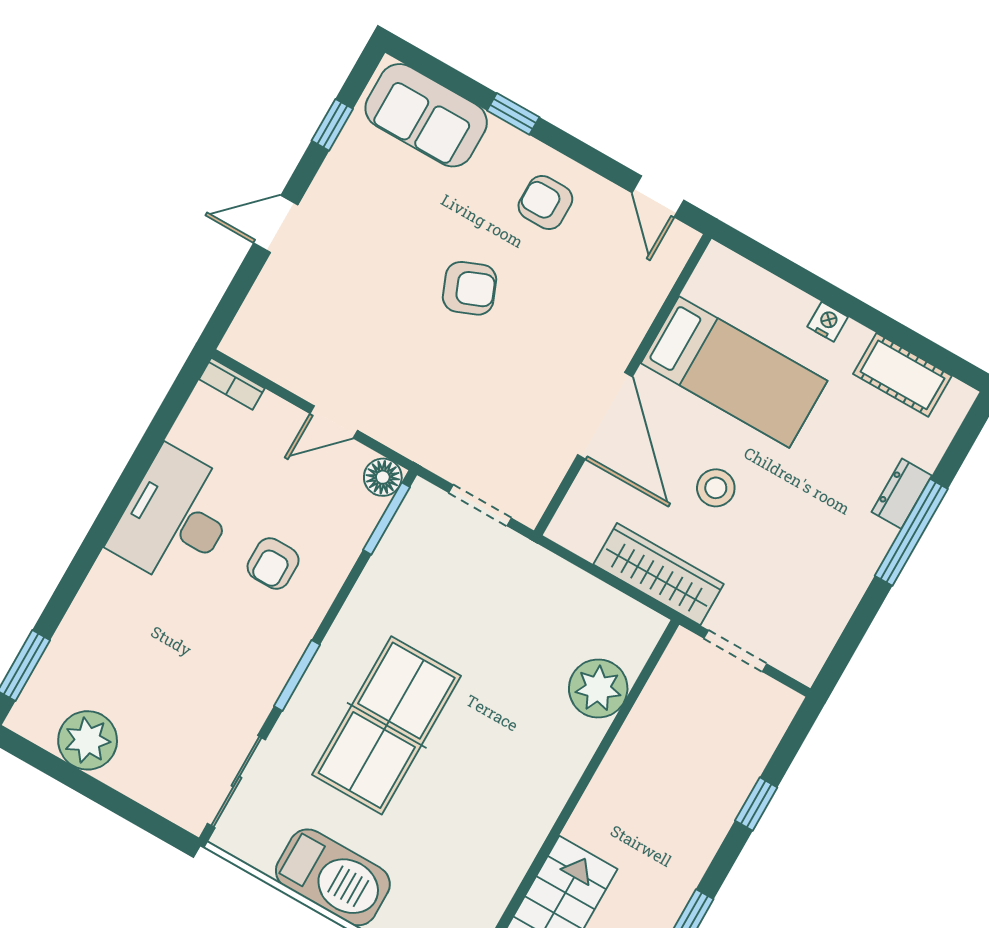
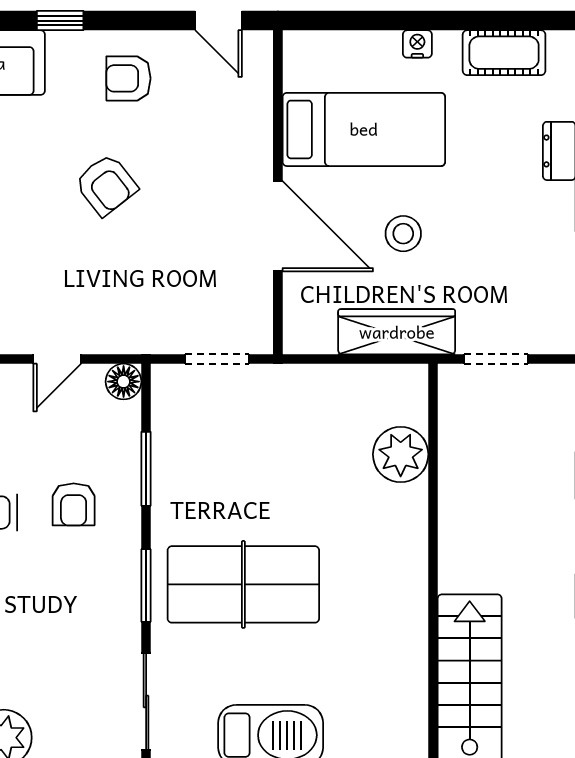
armchair: (470, 288) -> (106, 185), turned 74
window: (387, 519) -> (146, 469), moved
table tennis table: (387, 725) -> (243, 584), turned 90

